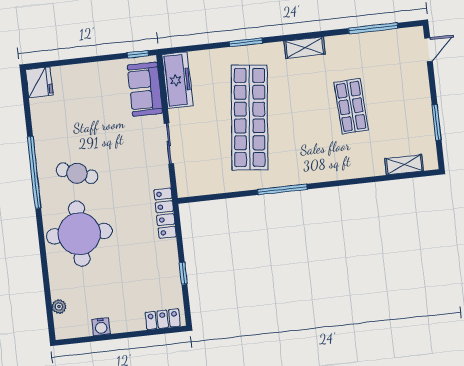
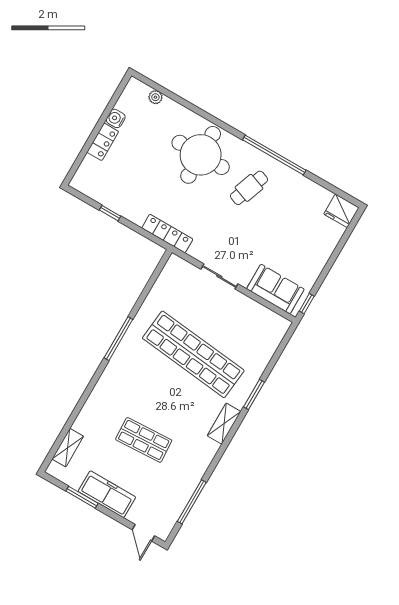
shelving: (305, 48) -> (224, 424), moved
freezer: (177, 80) -> (107, 494), moved, turned 180
locker: (163, 319) -> (103, 142), moved

